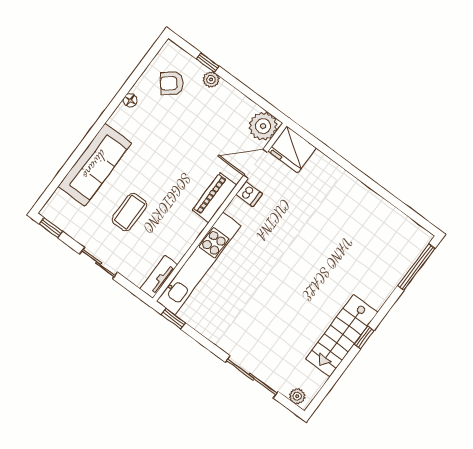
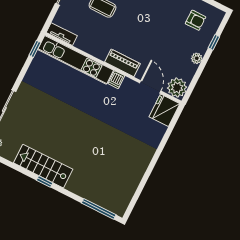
plant: (211, 80) -> (197, 58), moved
armchair: (172, 83) -> (196, 20), turned 129
dishwasher: (249, 194) -> (116, 80), moved

